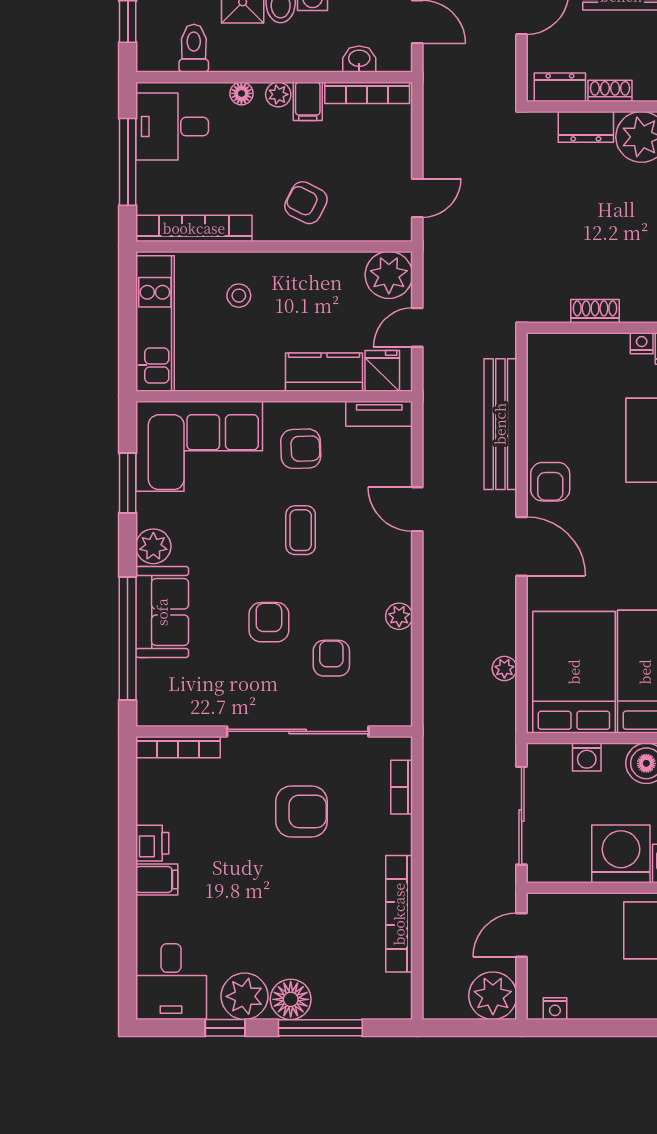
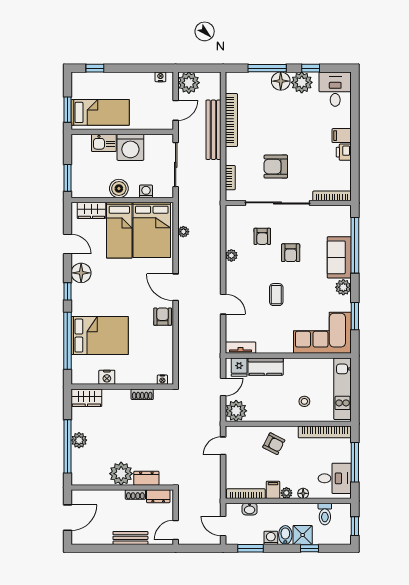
nightstand: (642, 343) -> (162, 380), moved
bench: (500, 424) -> (213, 130), moved
armchair: (301, 449) -> (276, 332), removed

